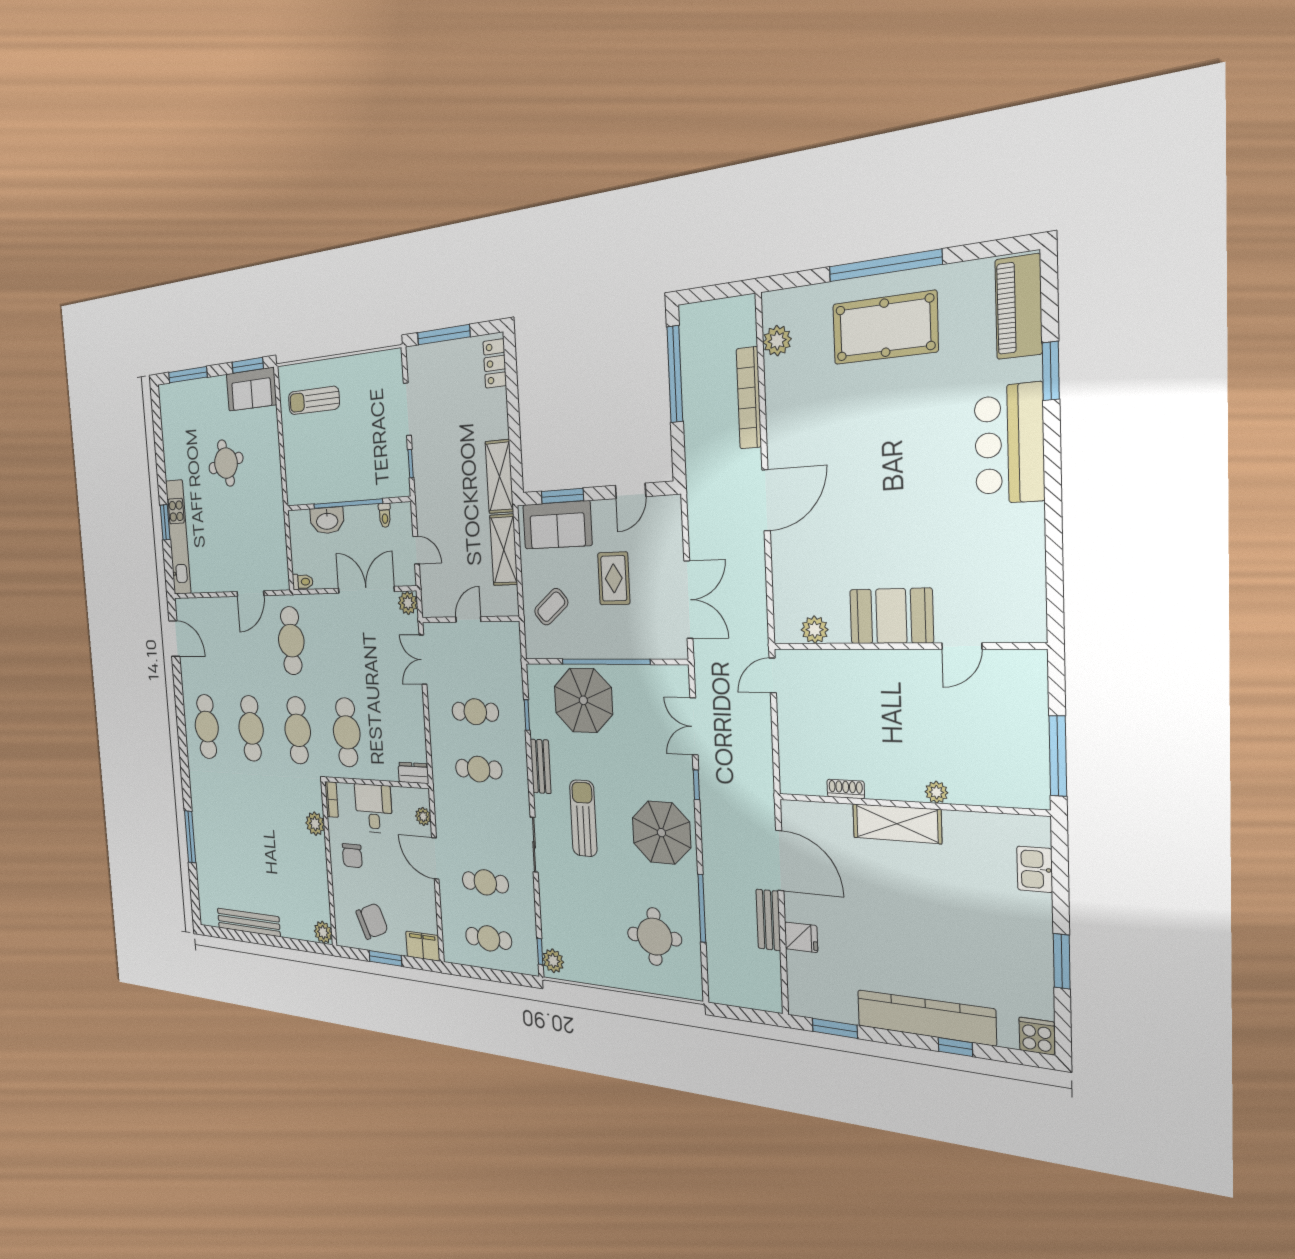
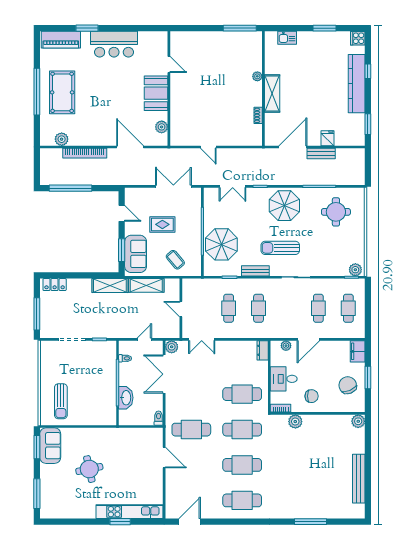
booth: (891, 616) -> (156, 93), moved
plant: (815, 630) -> (162, 127), moved
wall: (904, 646) -> (169, 88), moved
door: (962, 646) -> (169, 64), moved

